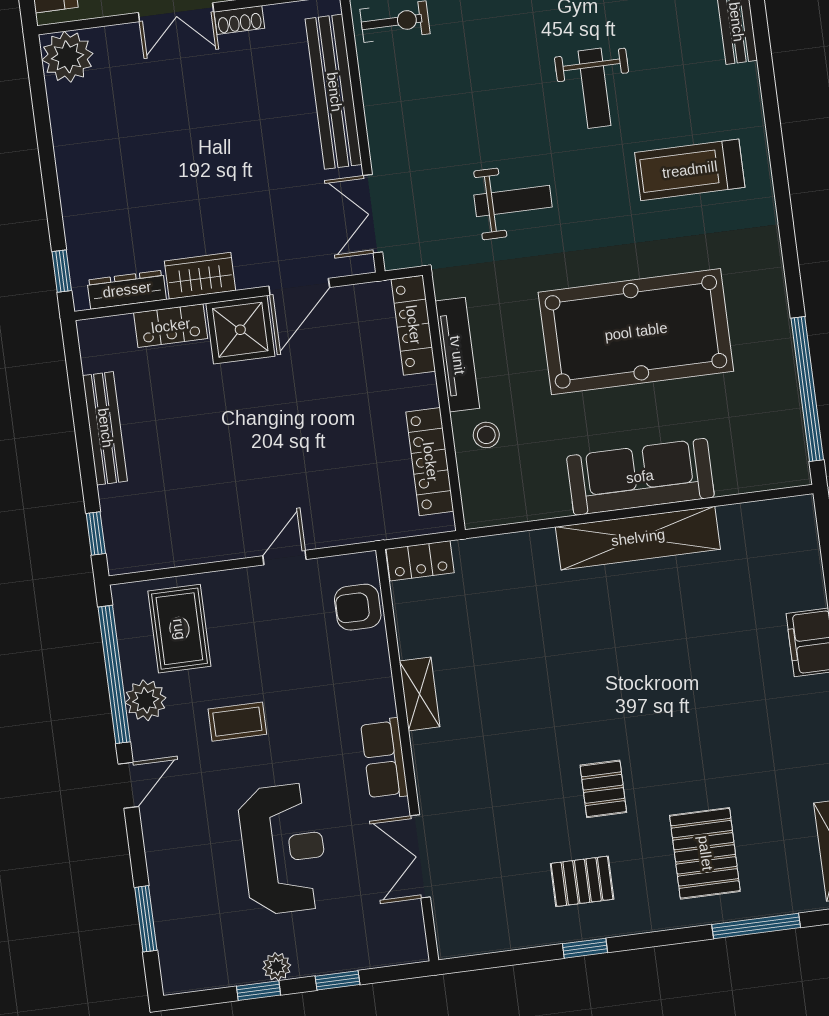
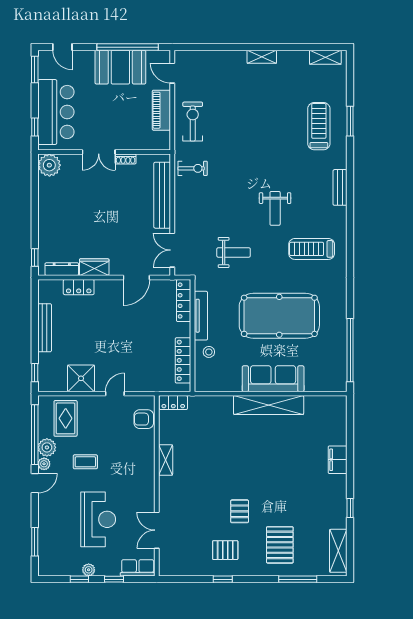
shower: (240, 330) -> (81, 378), moved
plant: (144, 739) -> (44, 464), added
row of seats: (384, 759) -> (138, 568), moved, turned 90

